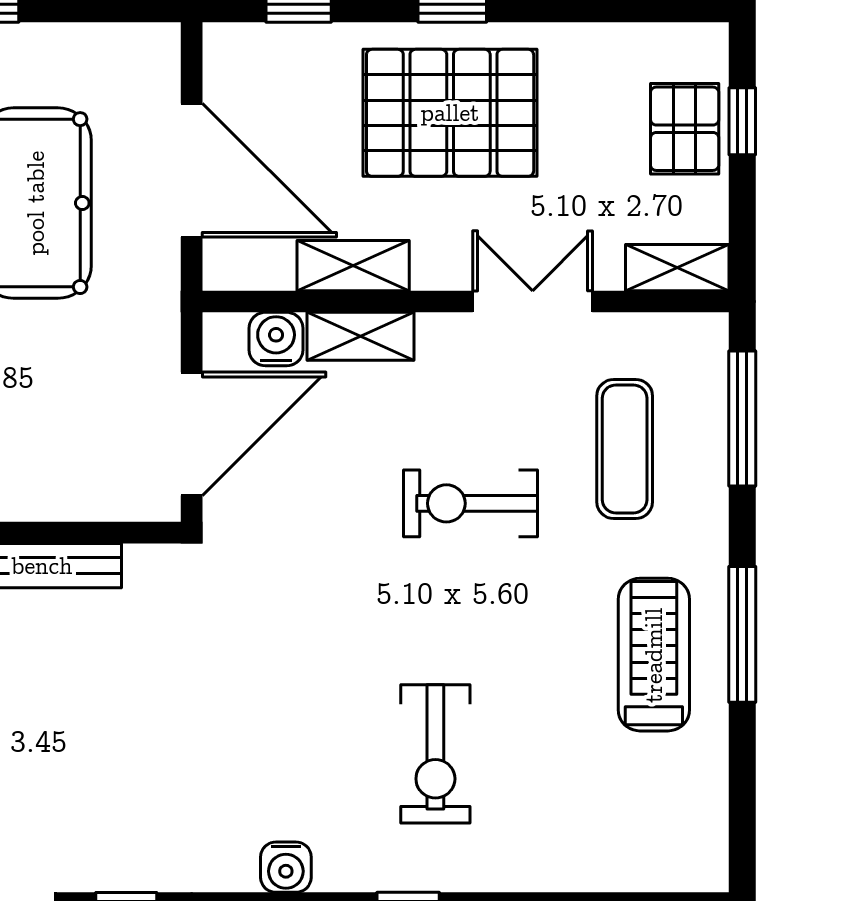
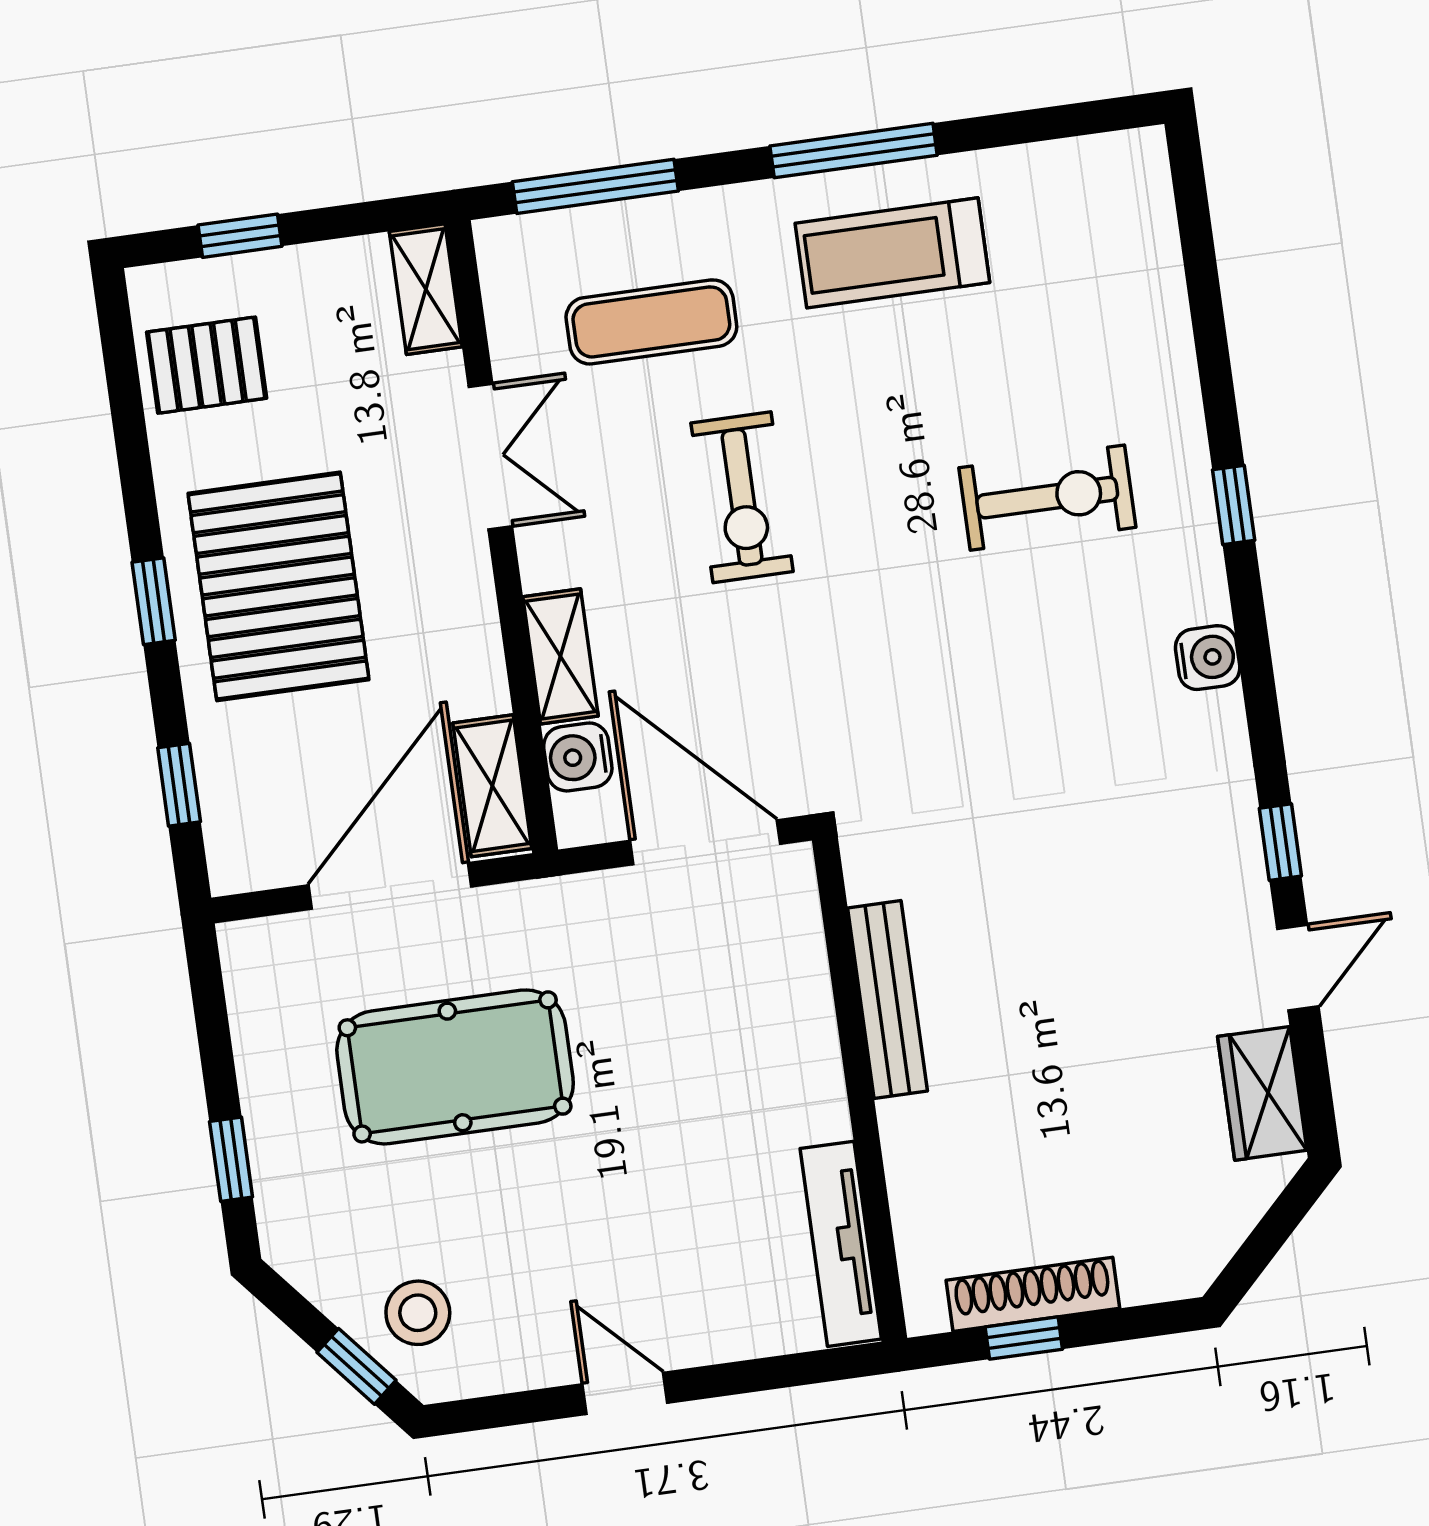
pallet: (685, 129) -> (207, 365), moved
shelving: (353, 266) -> (492, 786), moved
double door: (533, 301) -> (490, 456), swing flipped

